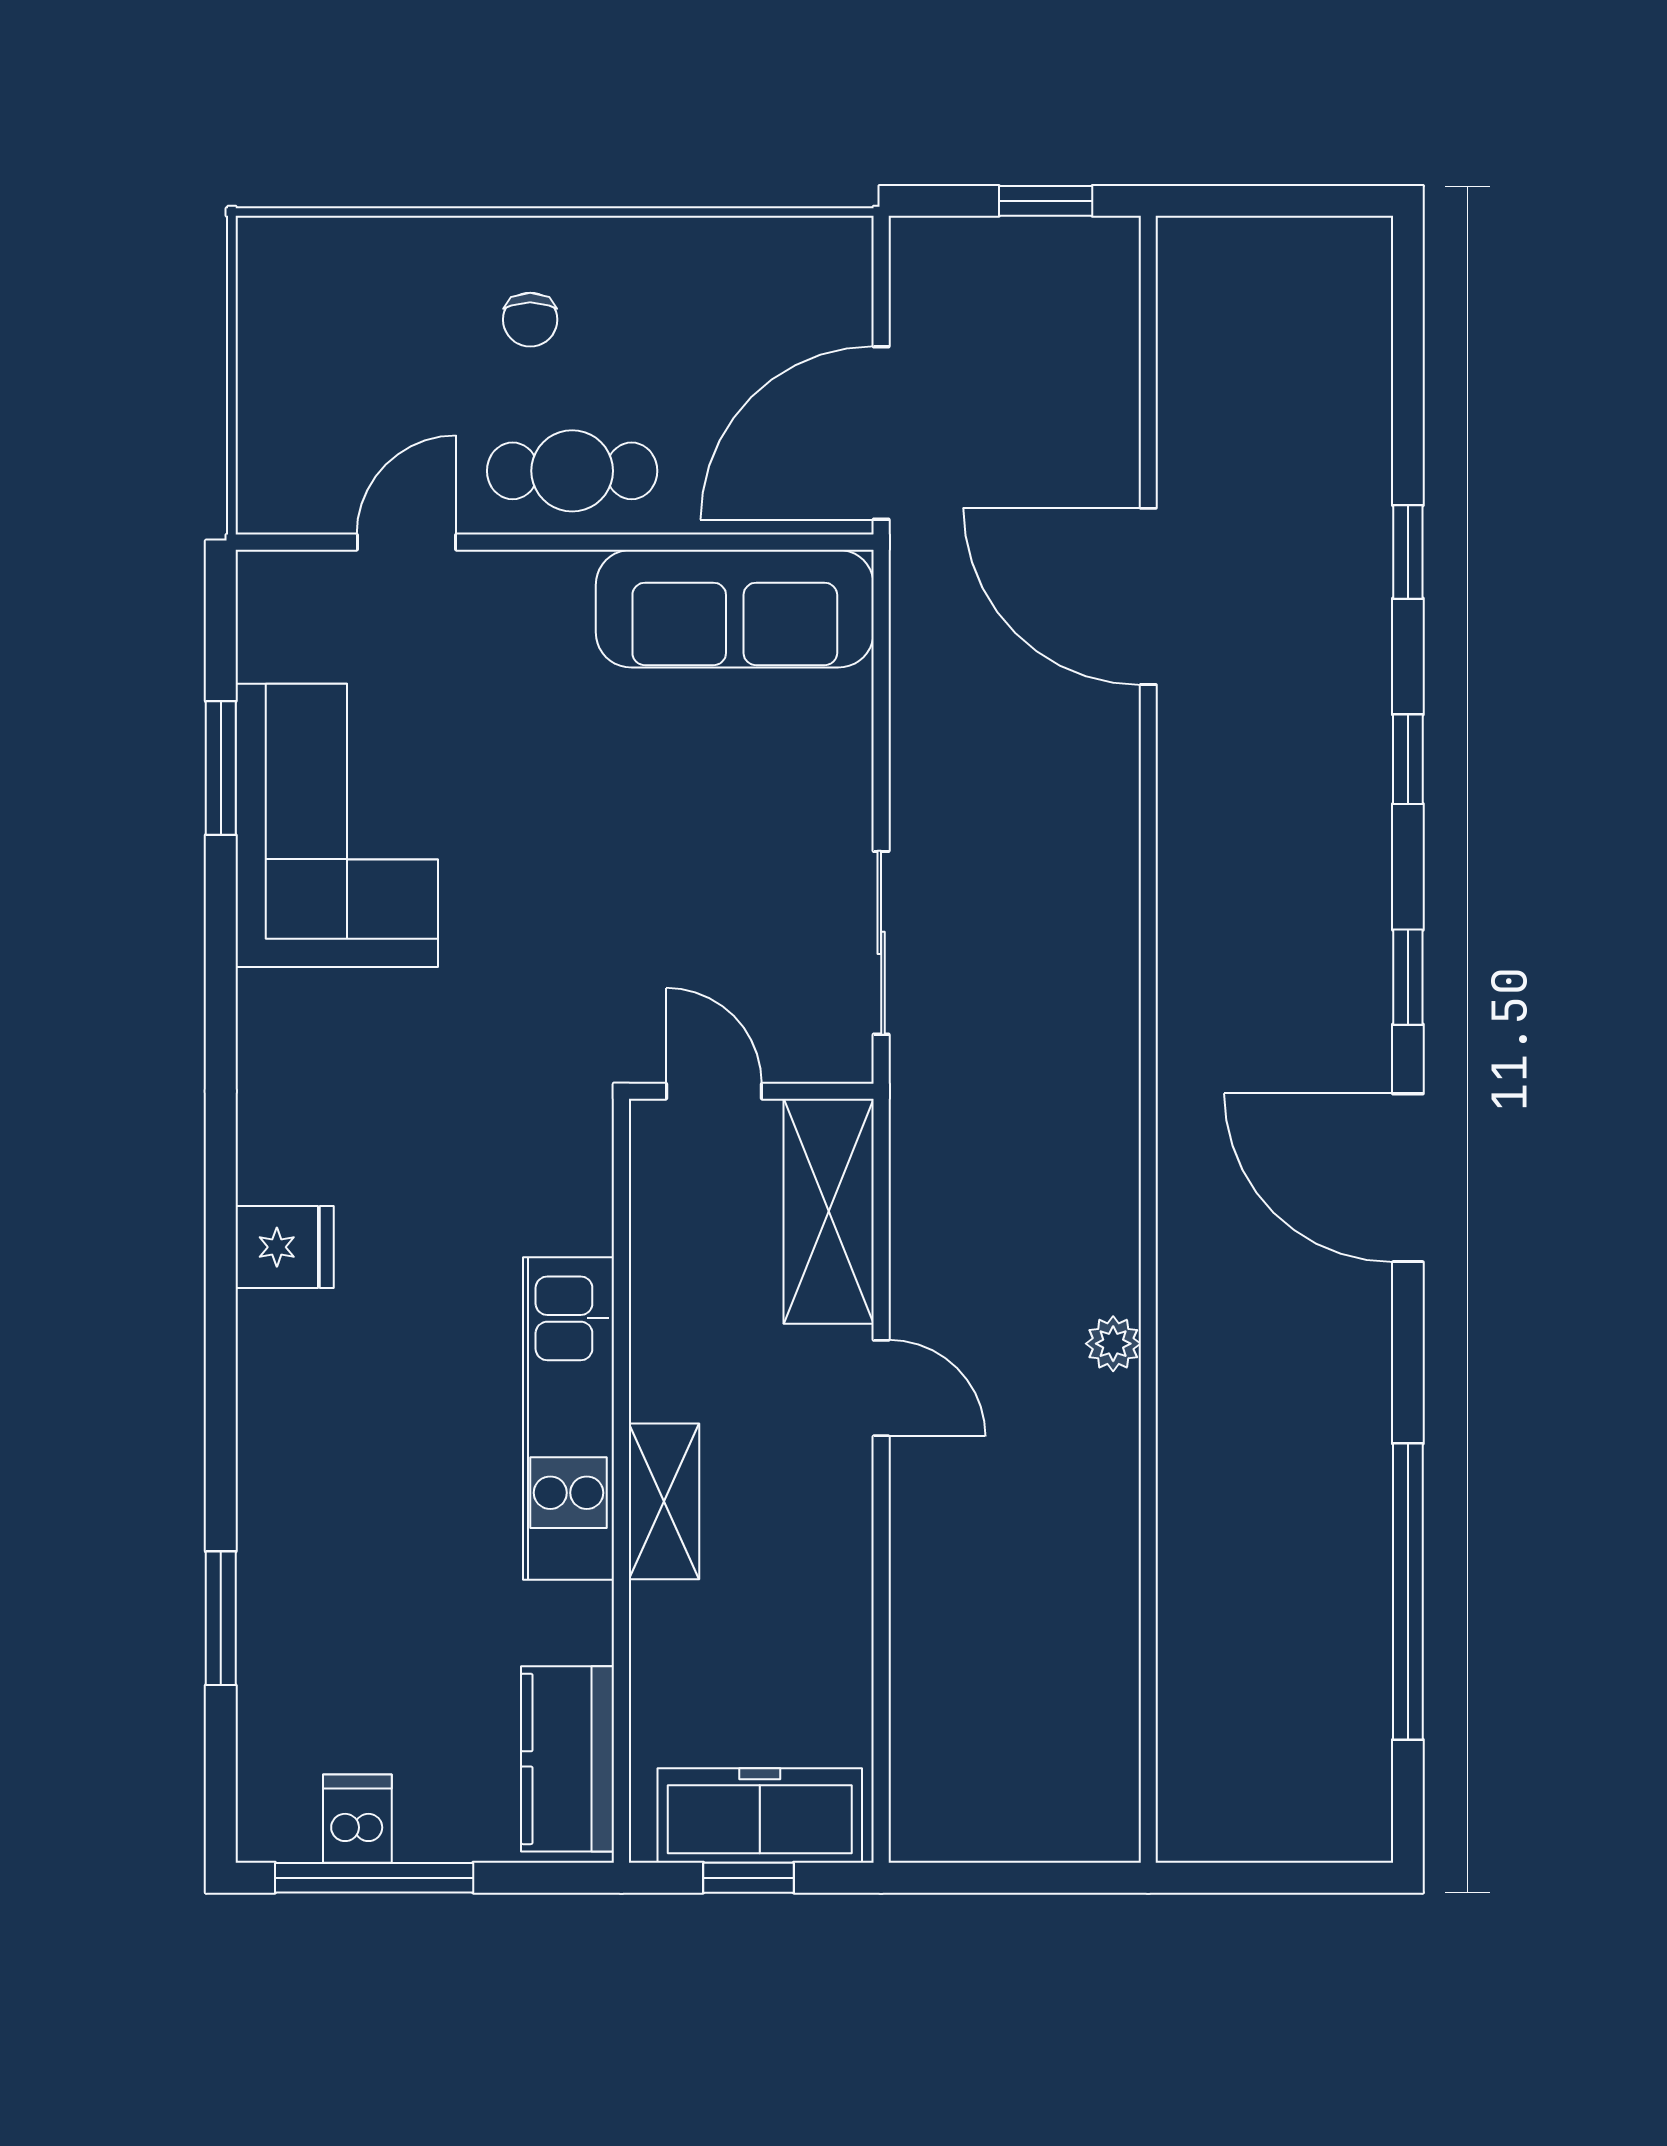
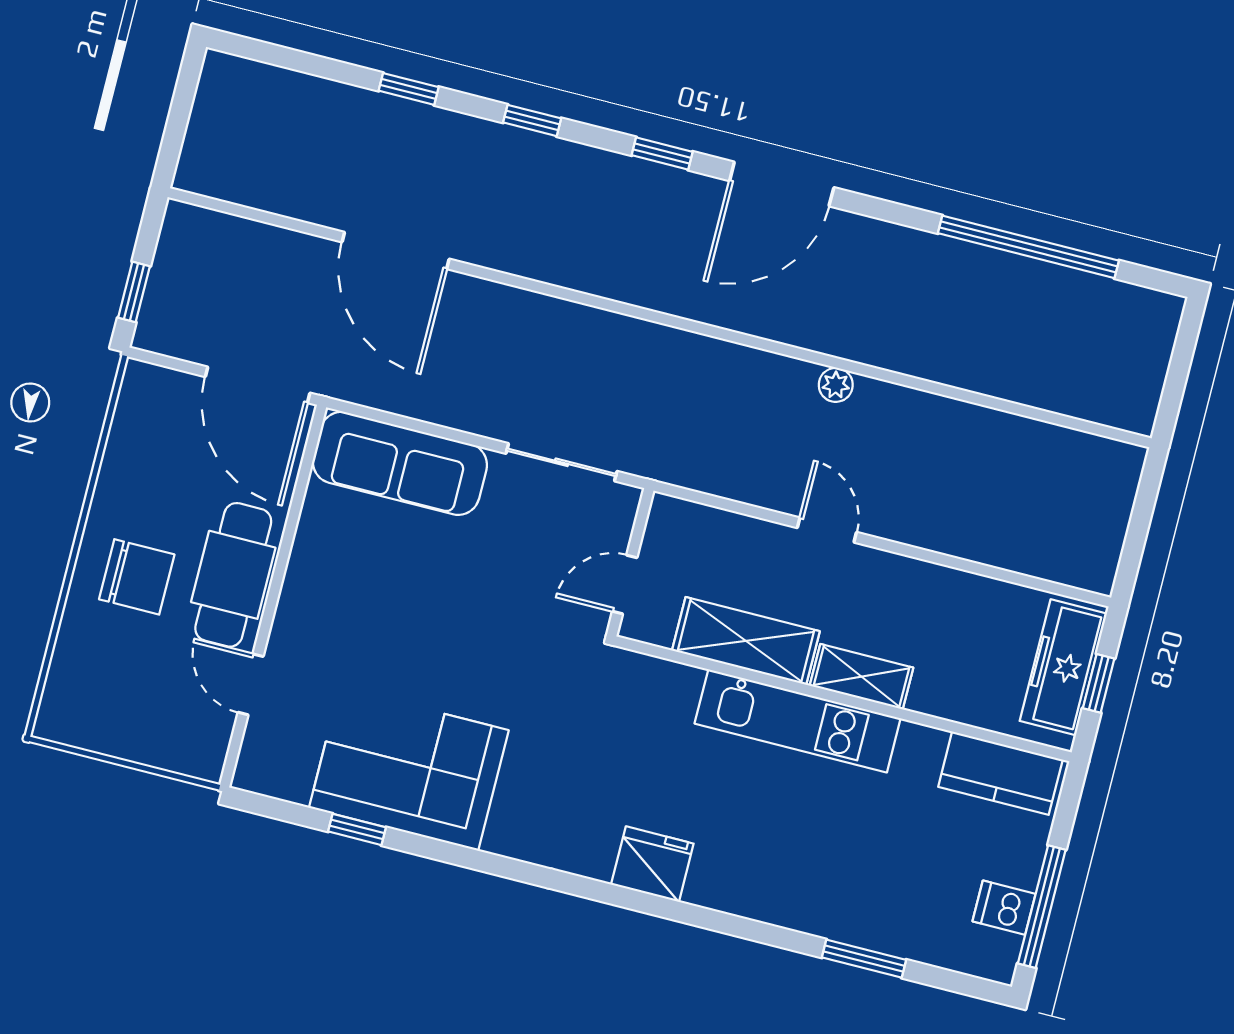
window: (1046, 201) -> (134, 292), moved
chair: (530, 320) -> (137, 577), width x1.87, depth x1.87
cafe table: (572, 471) -> (233, 575), width x1.37, depth x1.35
door: (1148, 596) -> (396, 250), hinge flipped
sofa: (735, 609) -> (400, 463), moved, turned 90
window: (221, 768) -> (357, 829), width x0.67
shelving: (829, 1211) -> (746, 641), moved
fridge: (285, 1247) -> (652, 864), width x1.38
door: (881, 1388) -> (827, 530), hinge flipped

